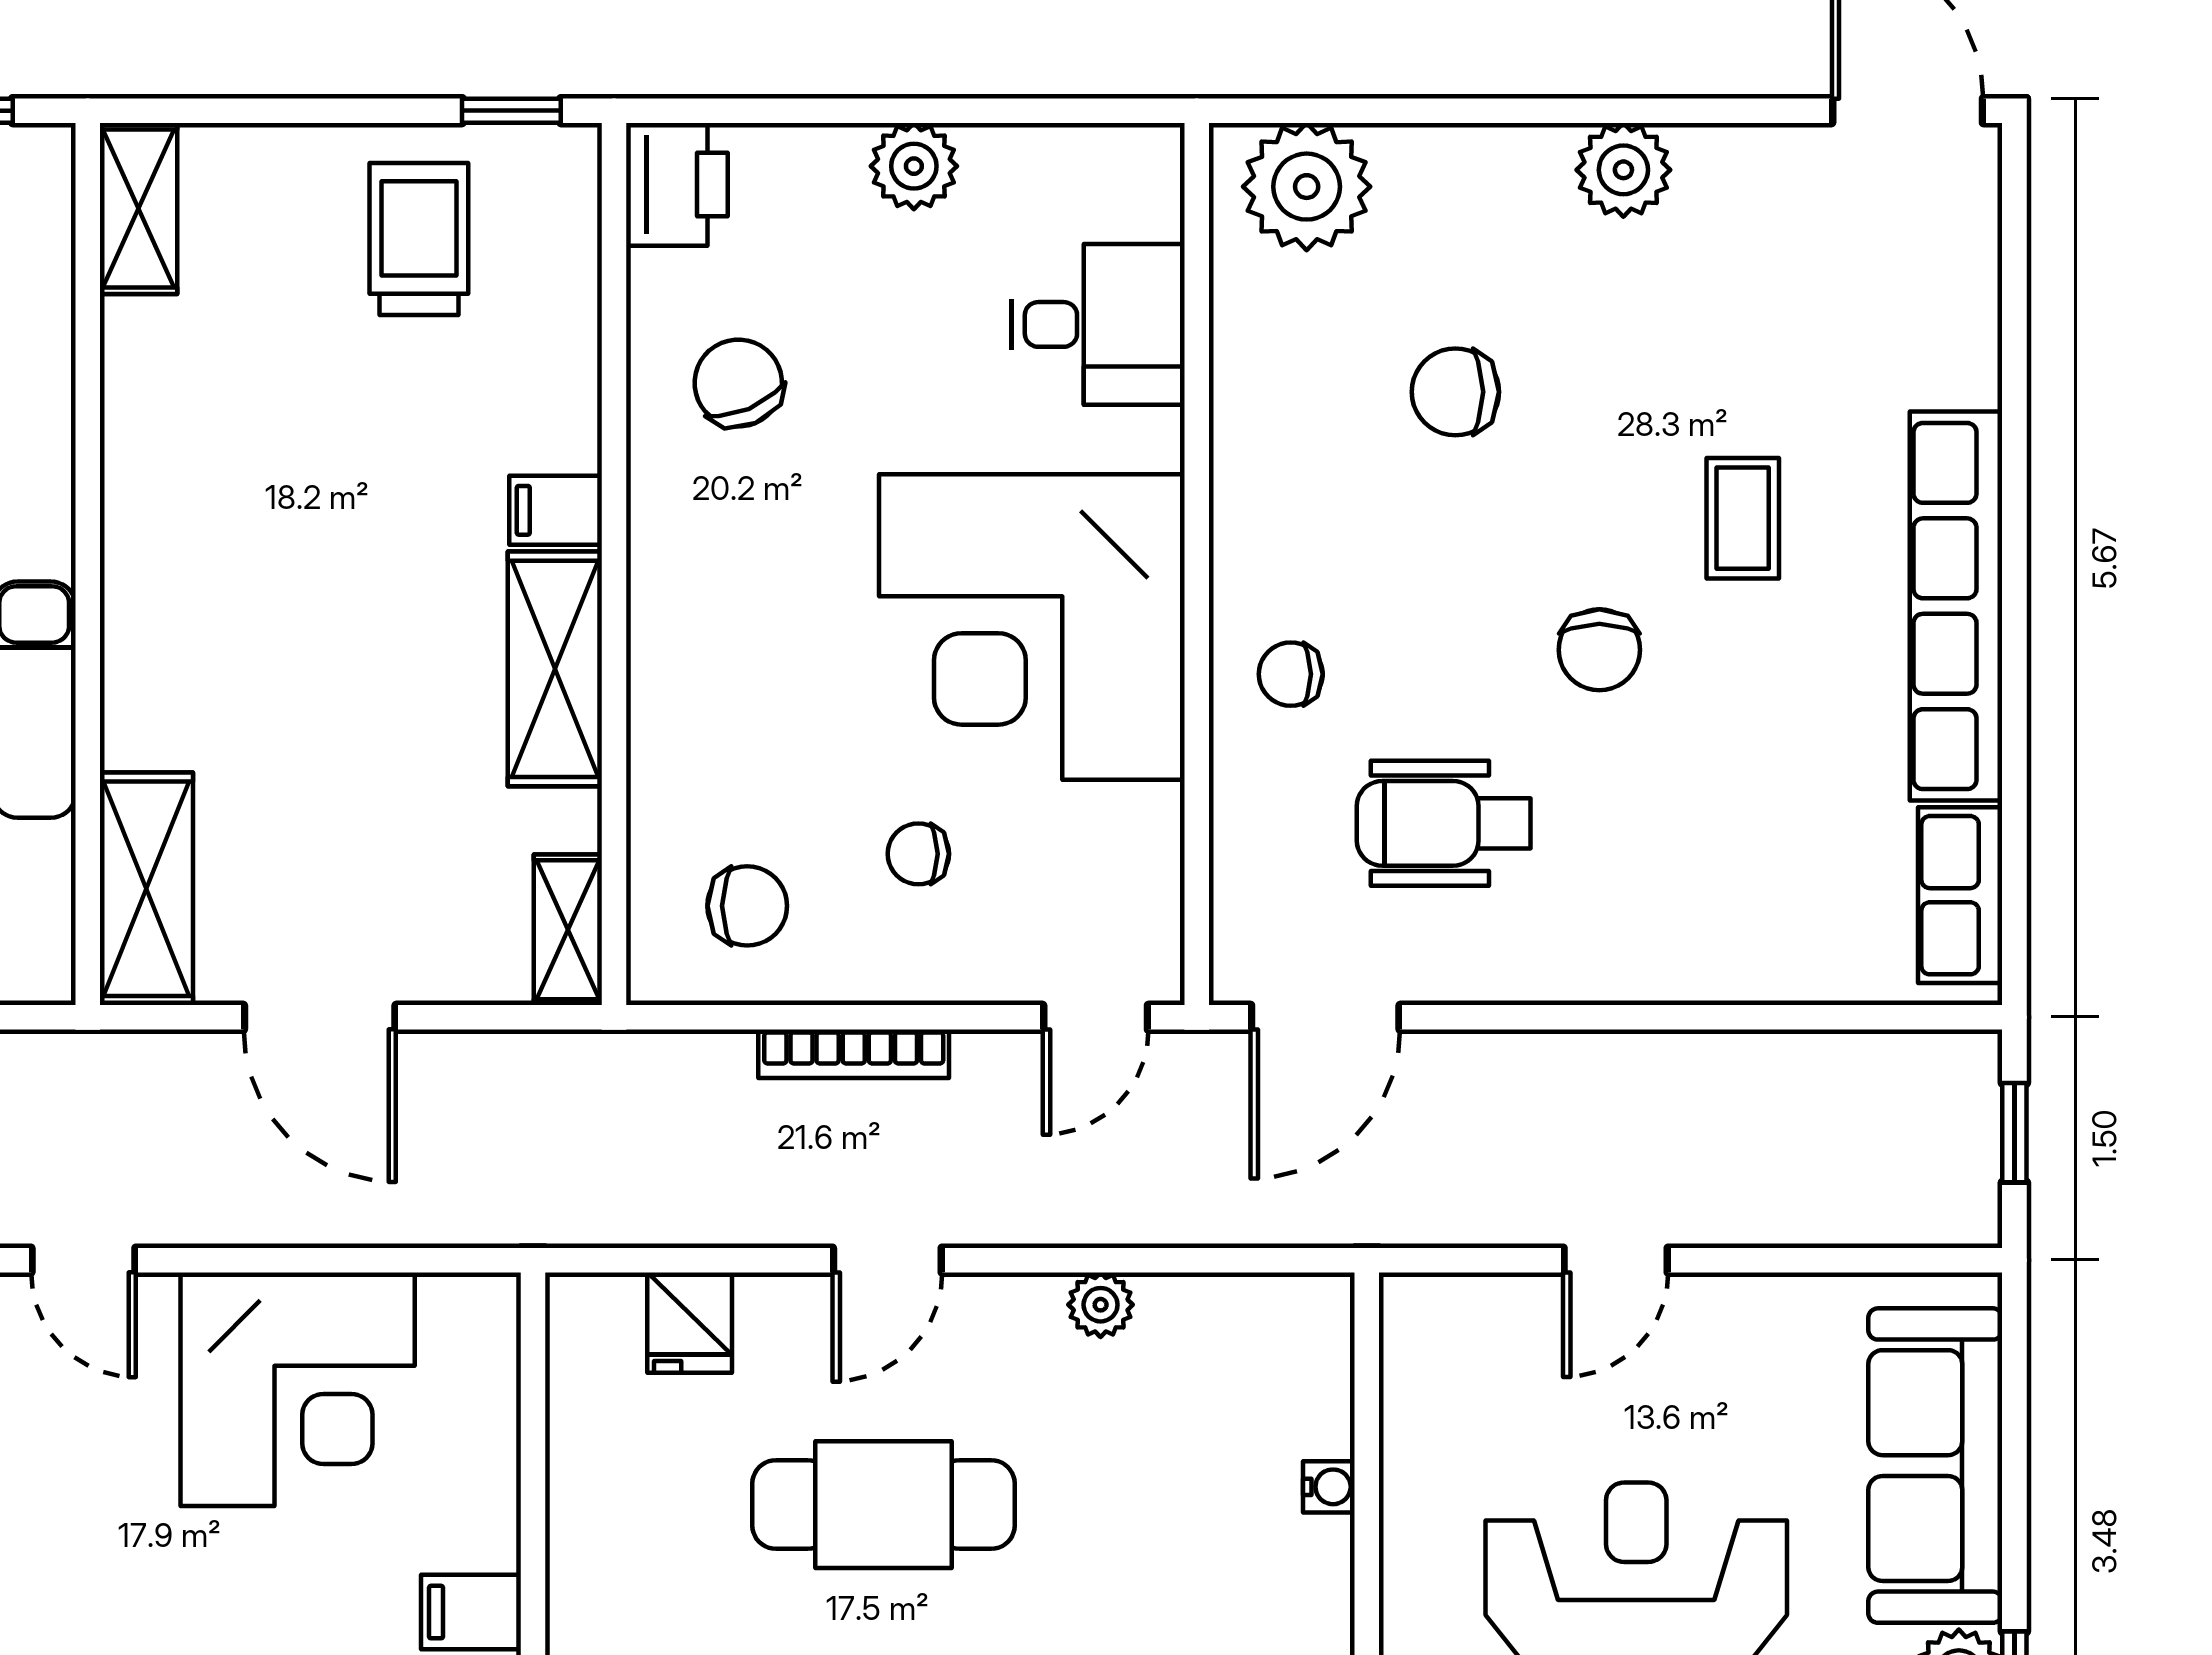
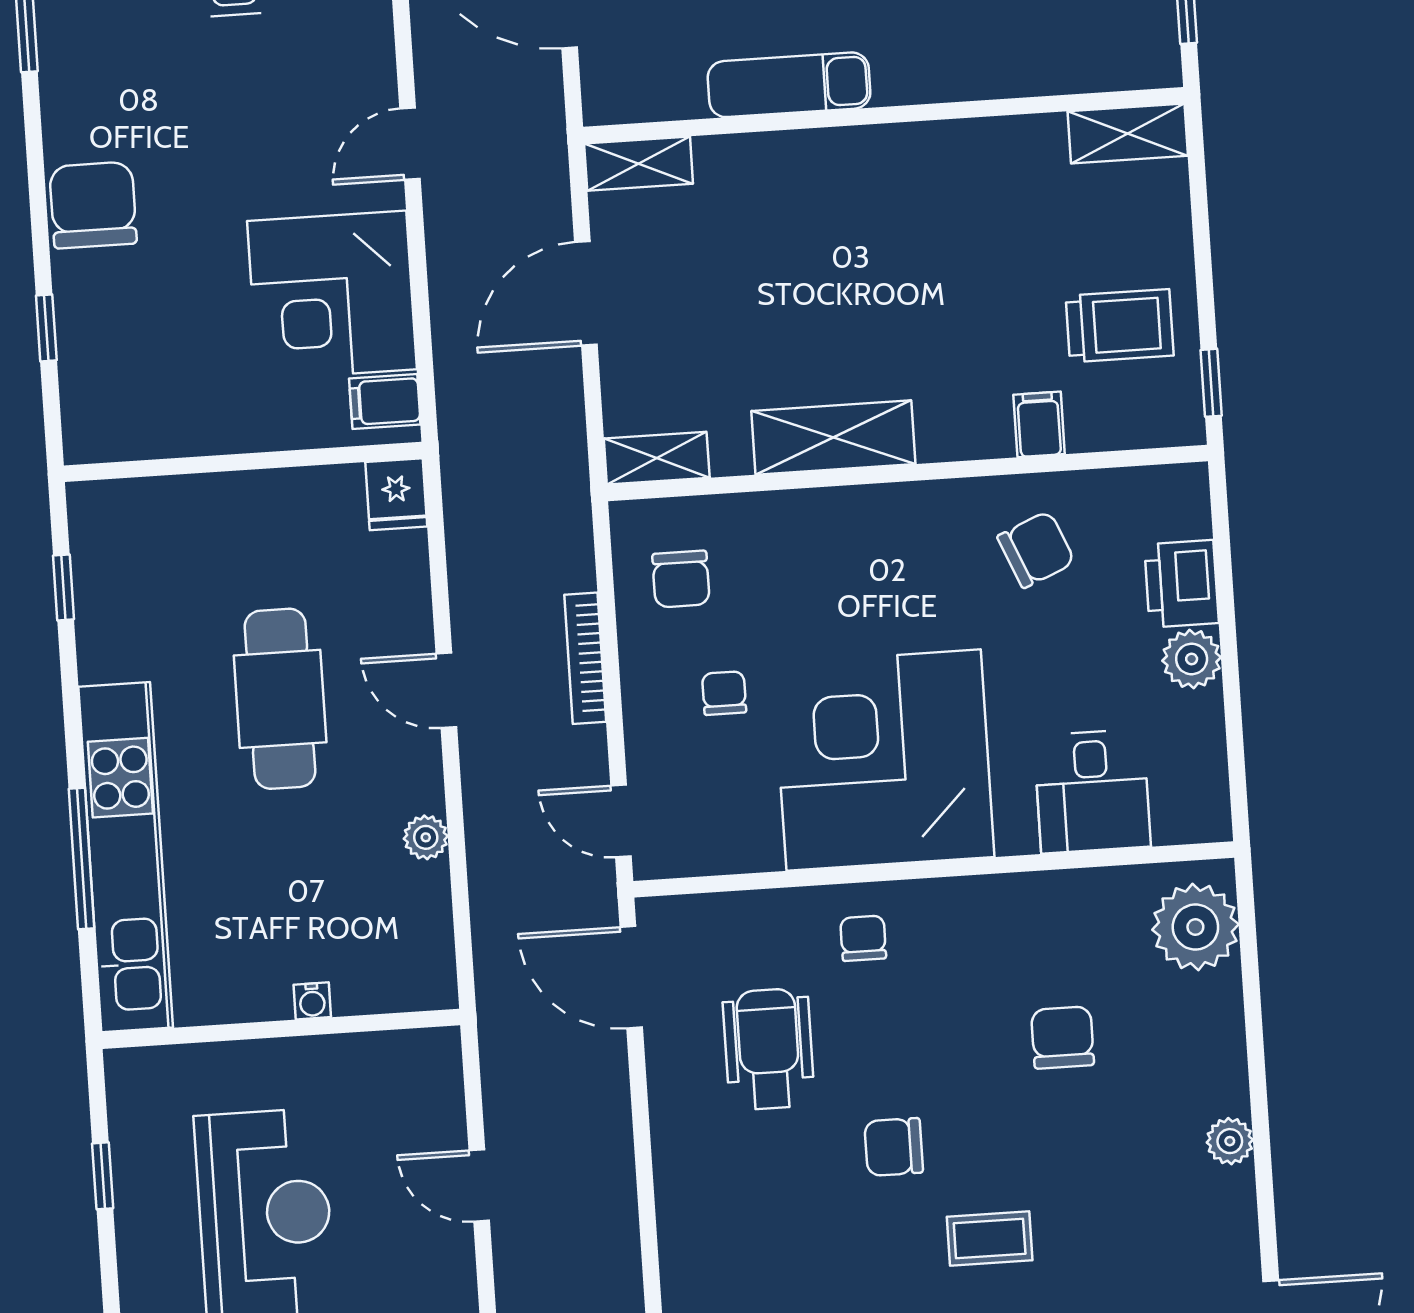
plant: (1623, 170) -> (1230, 1141), width x0.73, depth x0.73
printer: (677, 185) -> (1182, 584), moved, turned 90
filing cabinet: (556, 510) -> (1039, 424), moved
shelving: (146, 889) -> (639, 164), width x0.67, depth x0.75
fridge: (690, 1323) -> (396, 494), moved, turned -90
filing cabinet: (471, 1612) -> (385, 402), moved, turned -90

